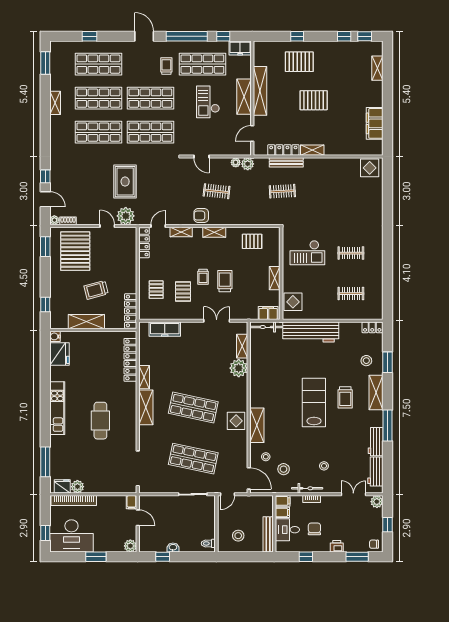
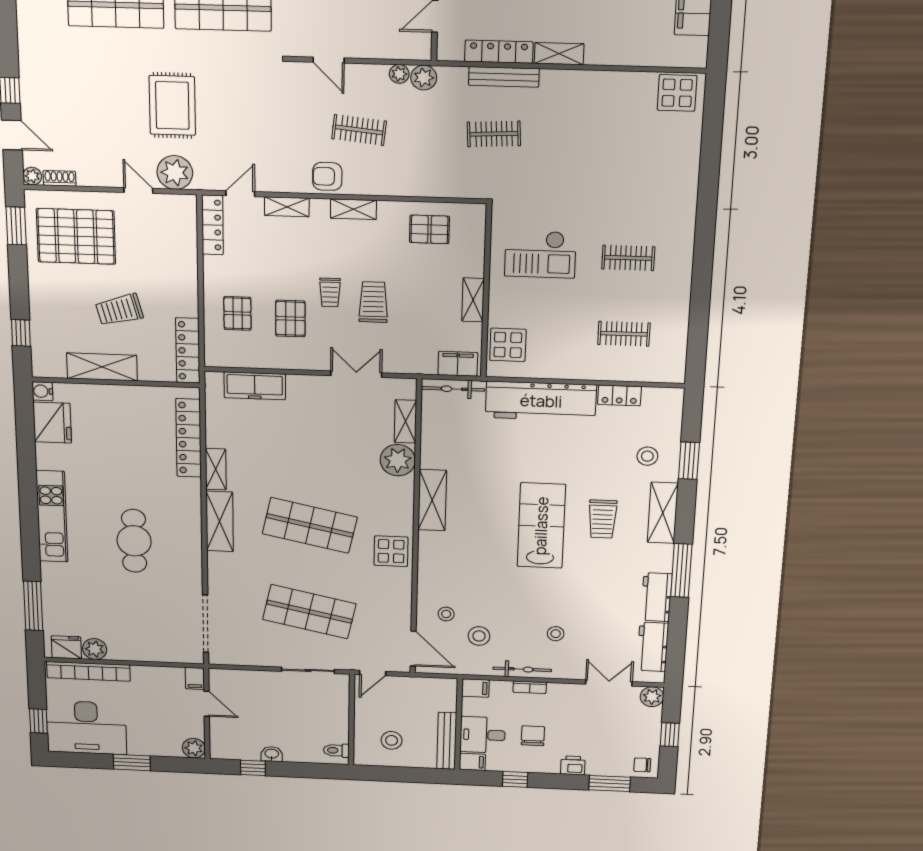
pallet: (75, 251) -> (76, 236), turned 90
locker: (372, 327) -> (619, 395), moved
shelving: (257, 425) -> (432, 500), moved
filing cabinet: (282, 512) -> (472, 762), moved

